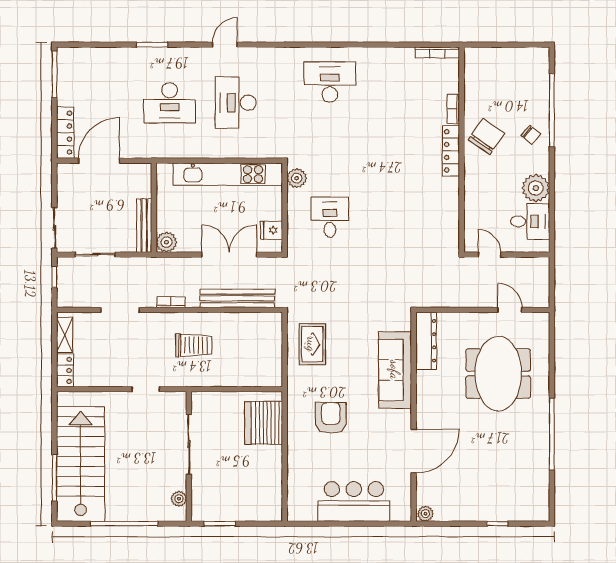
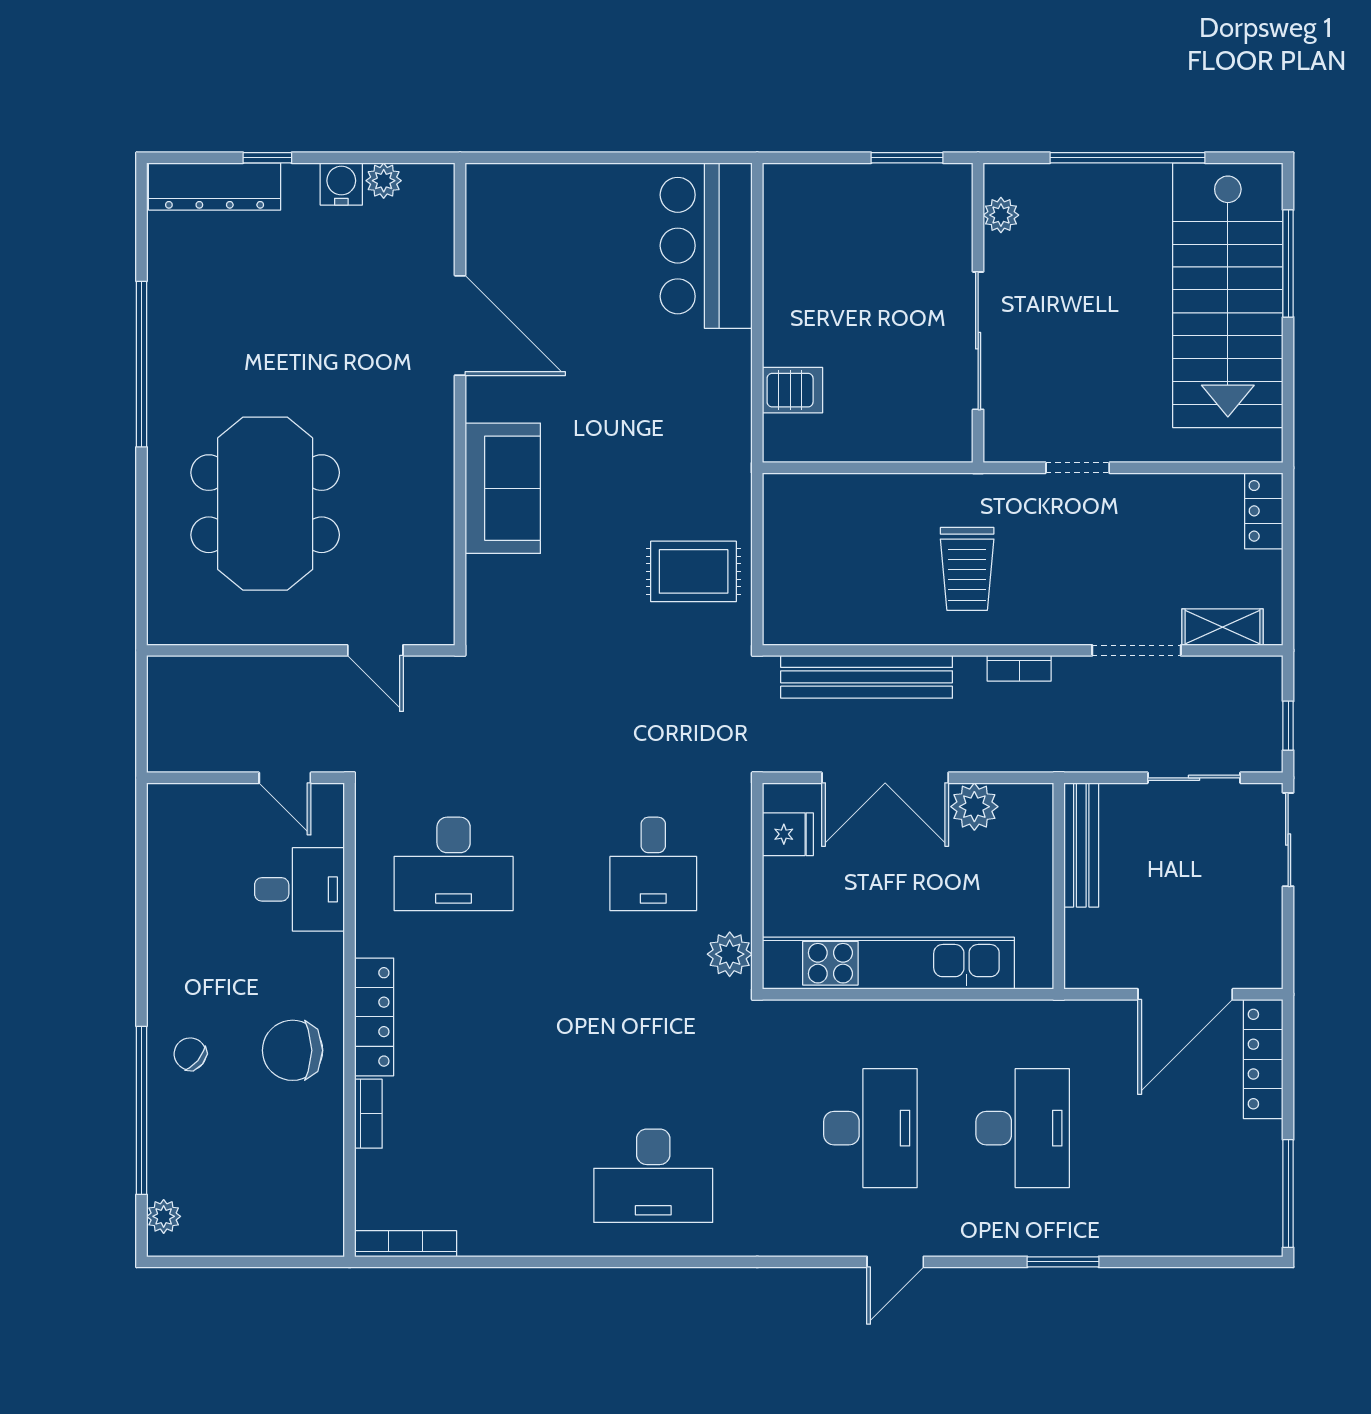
desk: (170, 103) -> (1023, 1128), turned 90
chair: (486, 136) -> (293, 1050), turned 55
plant: (536, 188) -> (164, 1216), moved, width x0.53, depth x0.53
desk: (416, 217) -> (454, 864), added
desk: (530, 221) -> (300, 889), moved, turned 180
plant: (166, 242) -> (974, 807), moved
door: (510, 310) -> (375, 650), moved
shelving: (65, 335) -> (1222, 627), moved, turned 90
dresser: (426, 341) -> (215, 186), moved, turned -90
rug: (312, 344) -> (694, 571), turned 90
trolley: (194, 345) -> (967, 569), turned -90
sofa: (395, 370) -> (503, 488), width x0.73
armchair: (331, 418) -> (651, 402), removed
server rack: (264, 423) -> (793, 390), width x0.46, depth x0.70
door: (414, 451) -> (460, 325), swing flipped
bar counter: (354, 501) -> (706, 246), moved, turned 90
water cooler: (465, 512) -> (341, 184), added
plant: (425, 514) -> (384, 181), moved

